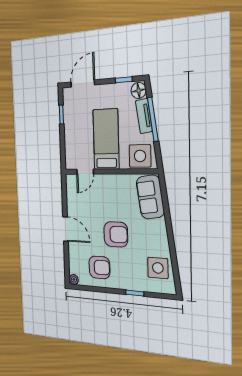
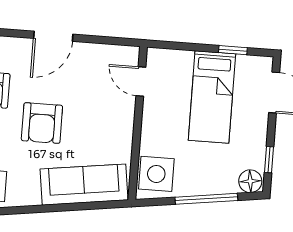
tv unit: (144, 116) -> (213, 186), removed
bed: (106, 139) -> (212, 97), moved, turned 90
sofa: (150, 197) -> (84, 185), width x1.36

